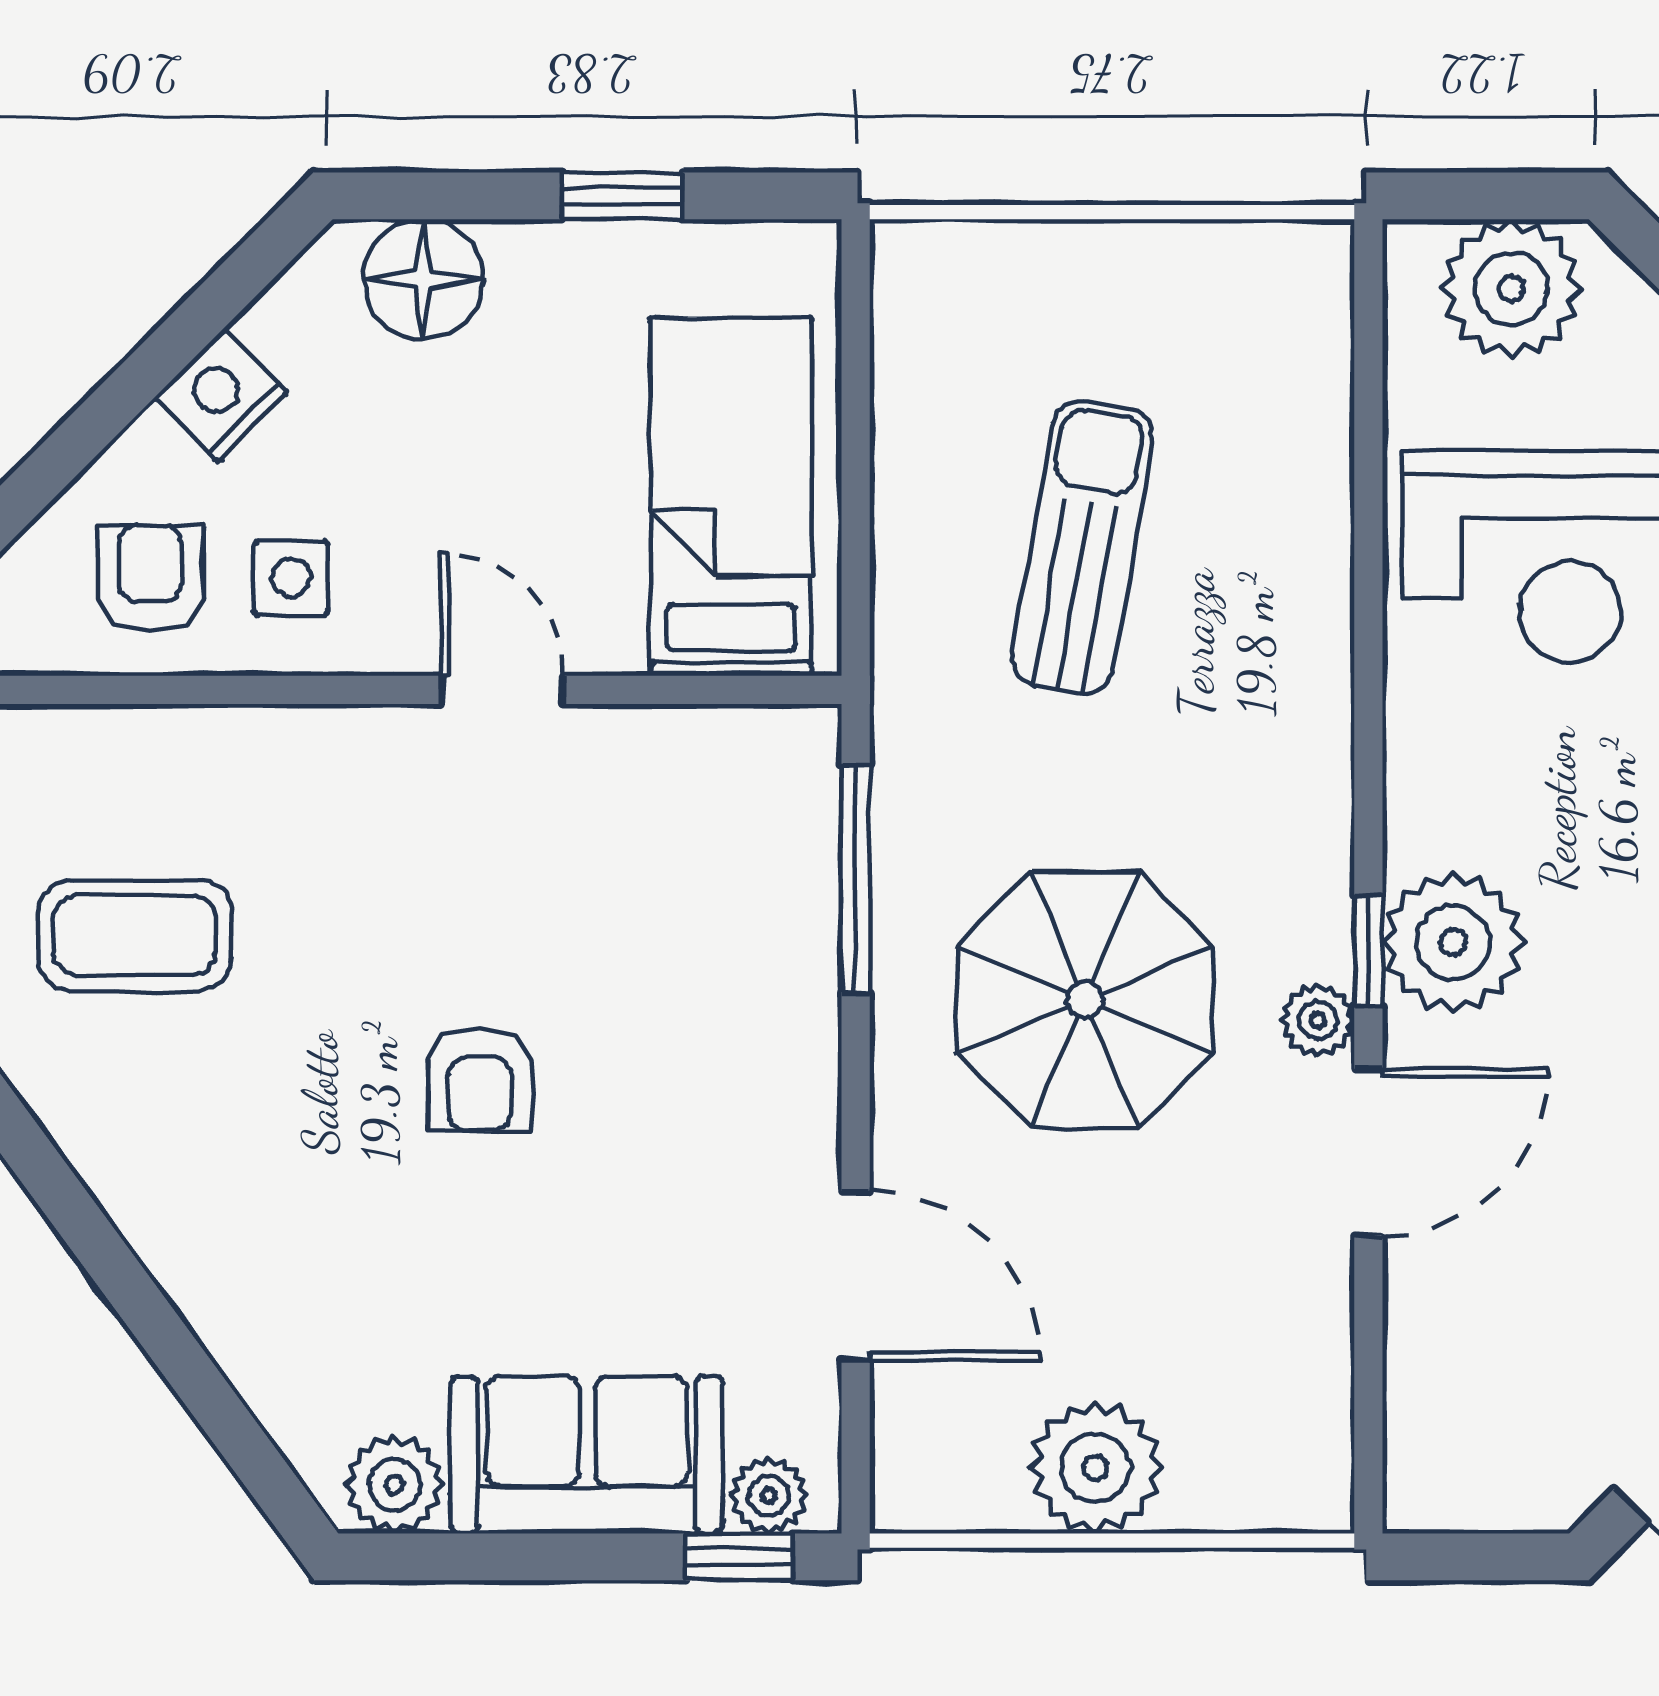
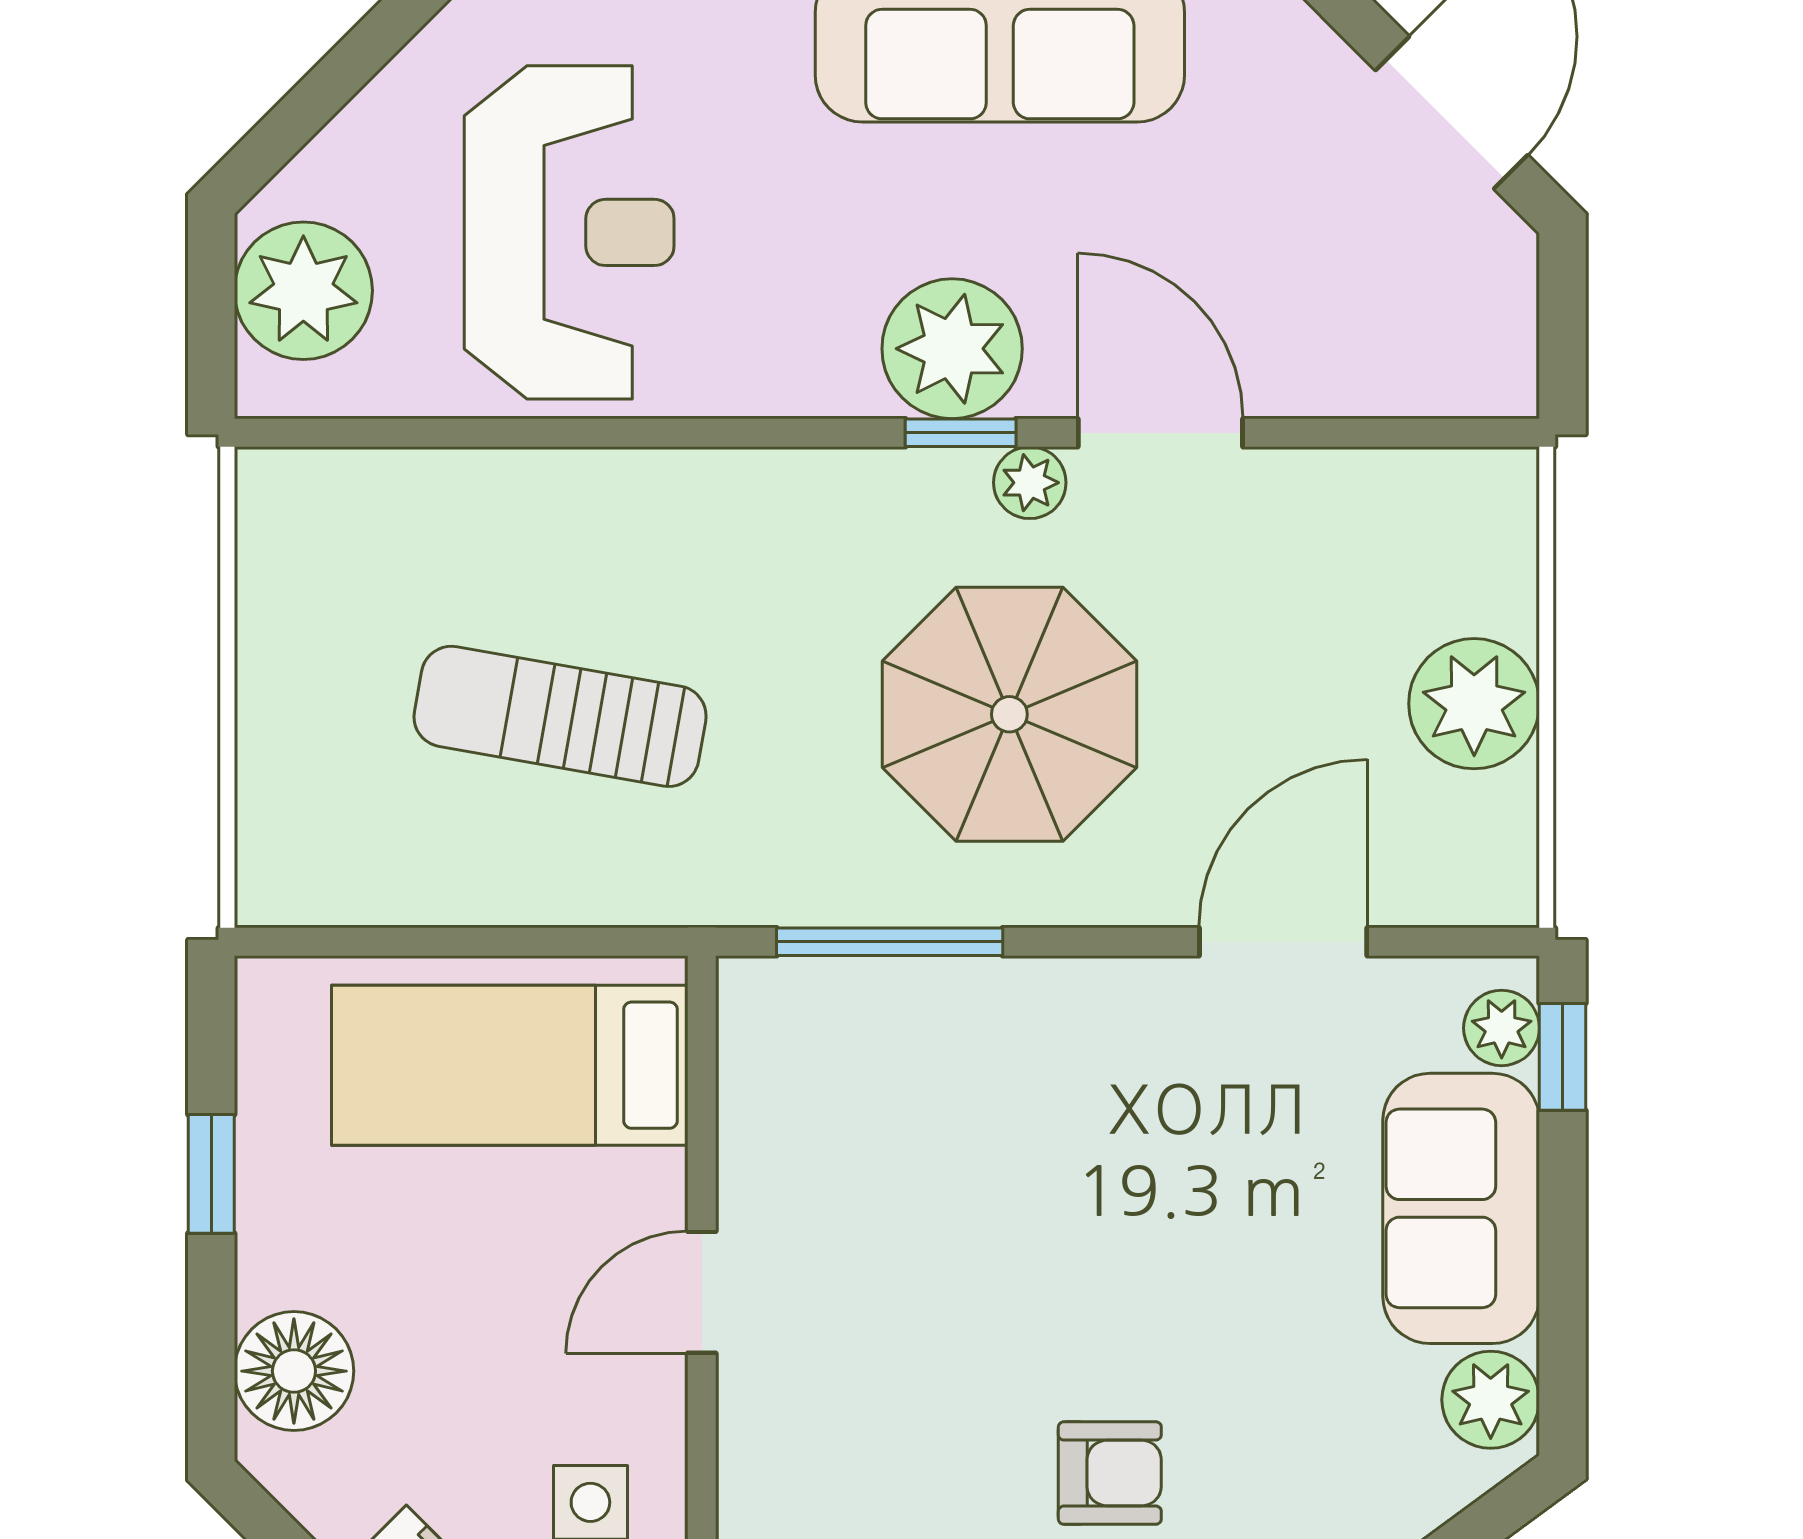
armchair: (480, 1079) -> (1110, 1473), moved

